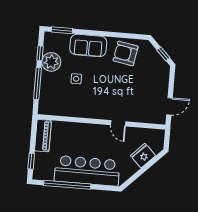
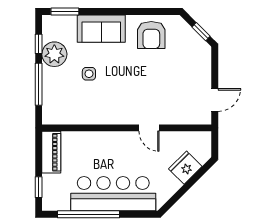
armchair: (126, 53) -> (151, 35), turned -100

